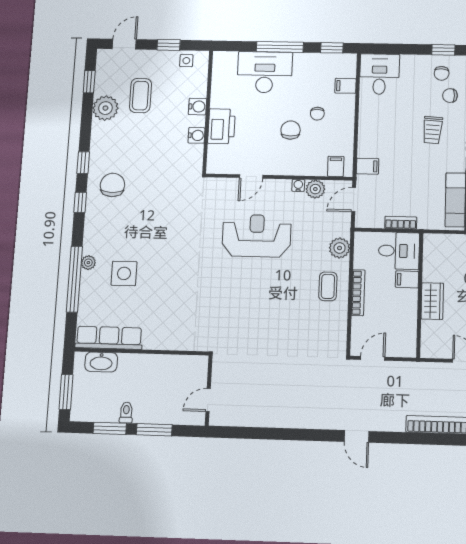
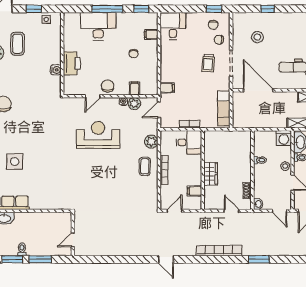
water cooler: (198, 107) -> (55, 50), removed
chair: (291, 130) -> (108, 86), moved
filing cabinet: (336, 166) -> (135, 88), moved
filing cabinet: (407, 279) -> (194, 191), moved

